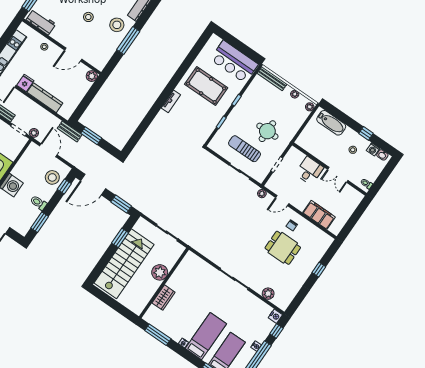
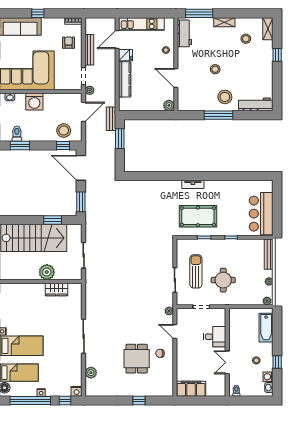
pool table: (206, 86) -> (198, 216), moved, turned 90
toilet: (39, 203) -> (17, 134), moved
filing cabinet: (319, 215) -> (191, 389), moved, turned -90
wardrobe: (164, 298) -> (56, 289), moved

